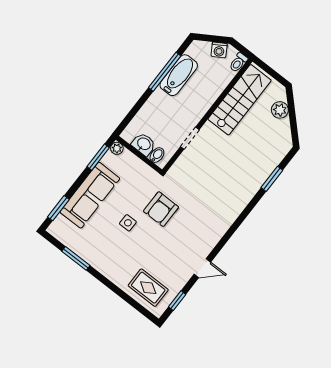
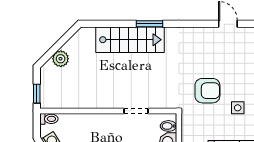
window: (267, 68) -> (37, 94), added
stairs: (240, 100) -> (130, 40), moved, turned 180
window: (272, 179) -> (150, 24), moved

